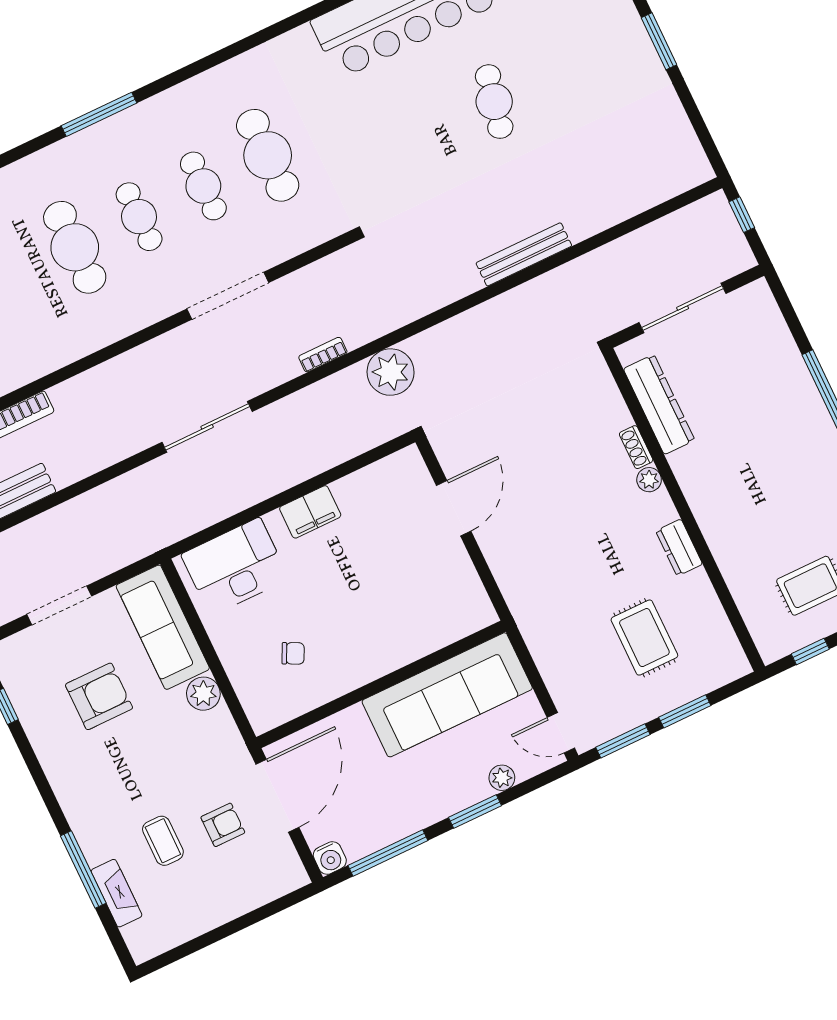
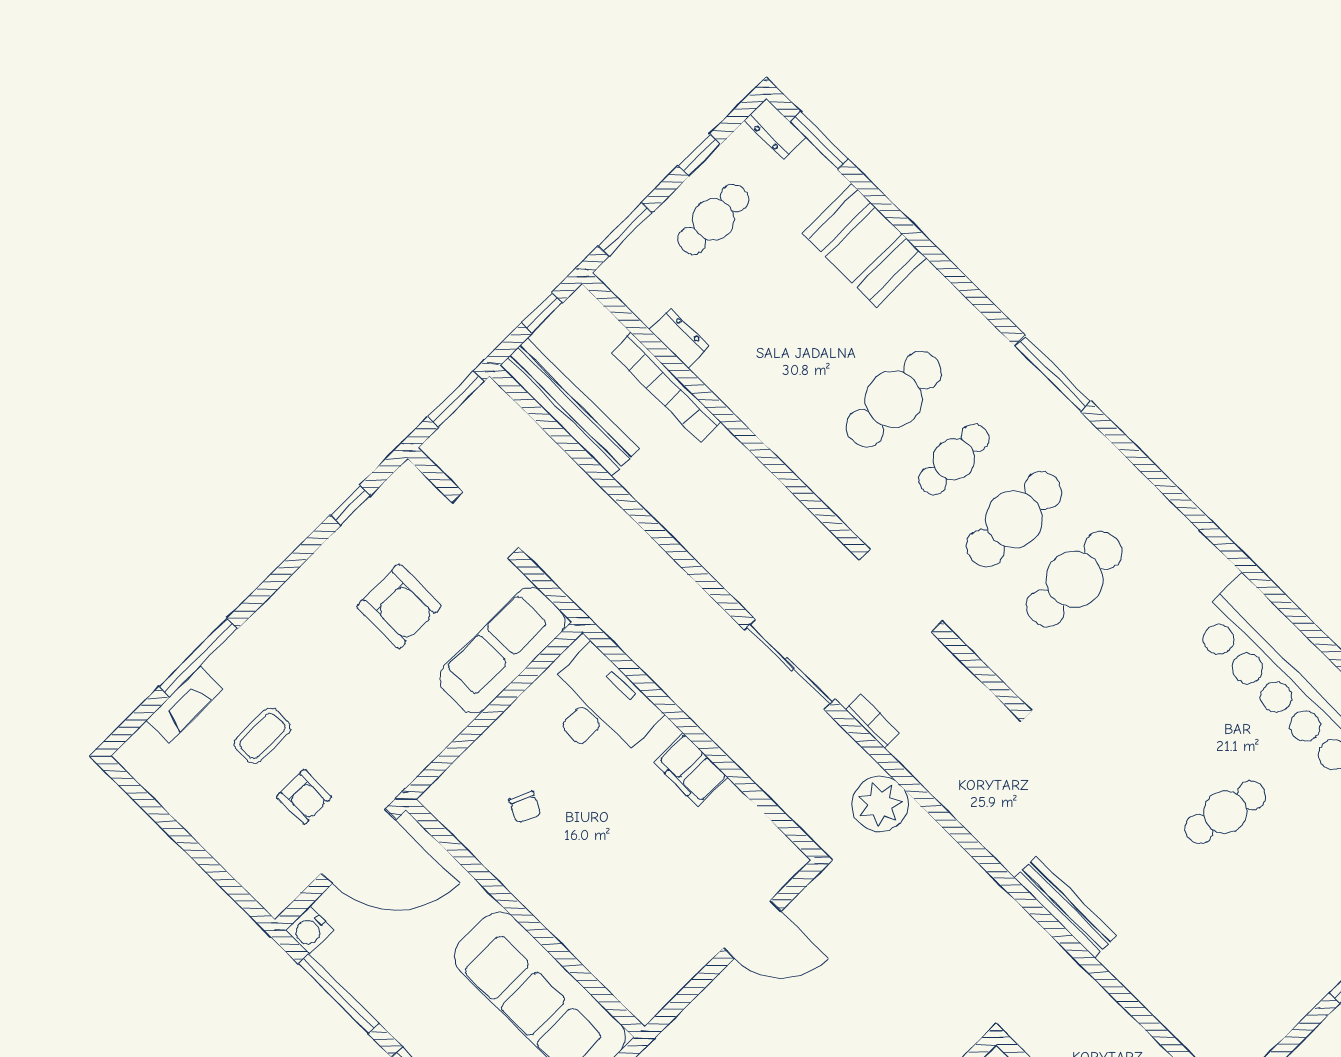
cafe table: (203, 186) -> (1014, 519), width x1.37, depth x1.35
sliding door: (207, 427) -> (789, 664), moved
plant: (203, 694) -> (444, 722), removed

